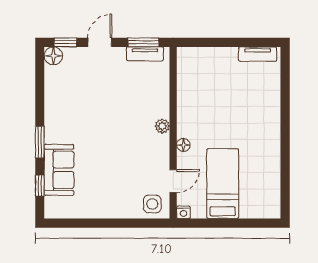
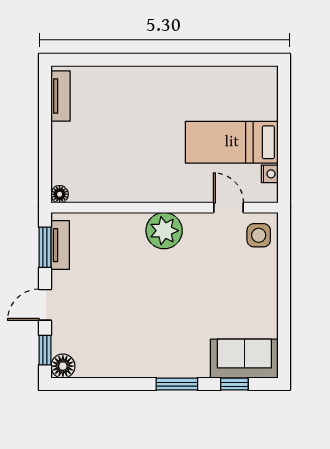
door: (100, 42) -> (45, 305), hinge flipped
plant: (162, 126) -> (164, 231), width x1.88, depth x1.88
floor lamp: (183, 145) -> (60, 194), moved
sofa: (59, 170) -> (244, 359), moved
nightstand: (183, 212) -> (270, 174), moved

